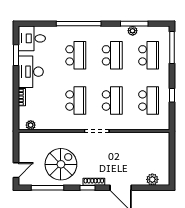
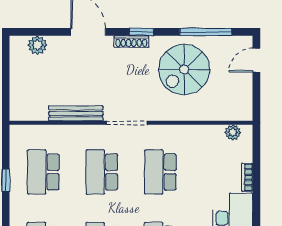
bench: (128, 137) -> (76, 113), added

